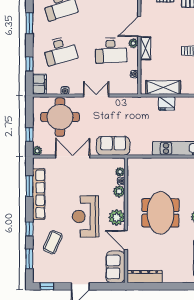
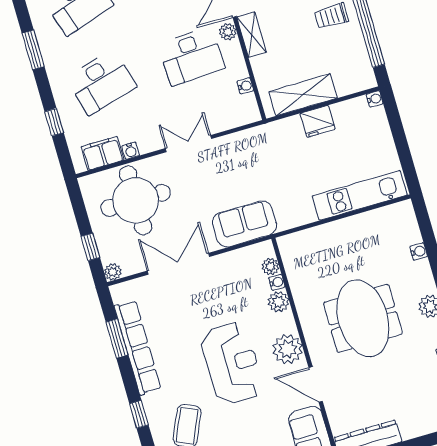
filing cabinet: (40, 84) -> (103, 153), moved, turned -90
reception desk: (86, 216) -> (232, 363), turned 180

